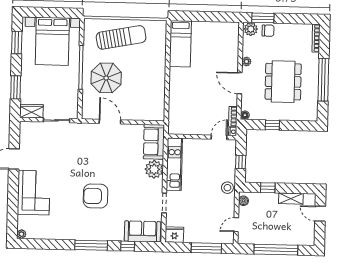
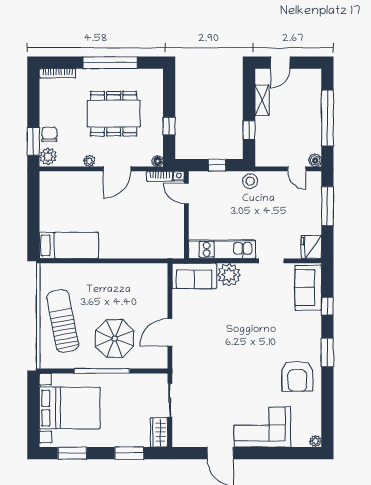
armchair: (96, 196) -> (297, 376), moved
boiler: (243, 201) -> (315, 160), moved
window: (91, 245) -> (327, 353), width x0.69

